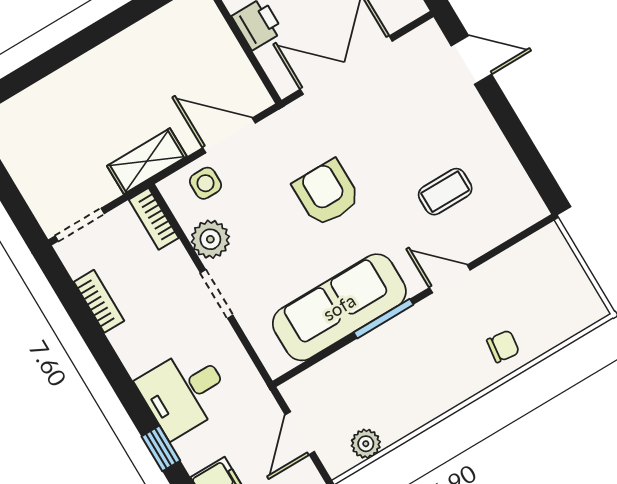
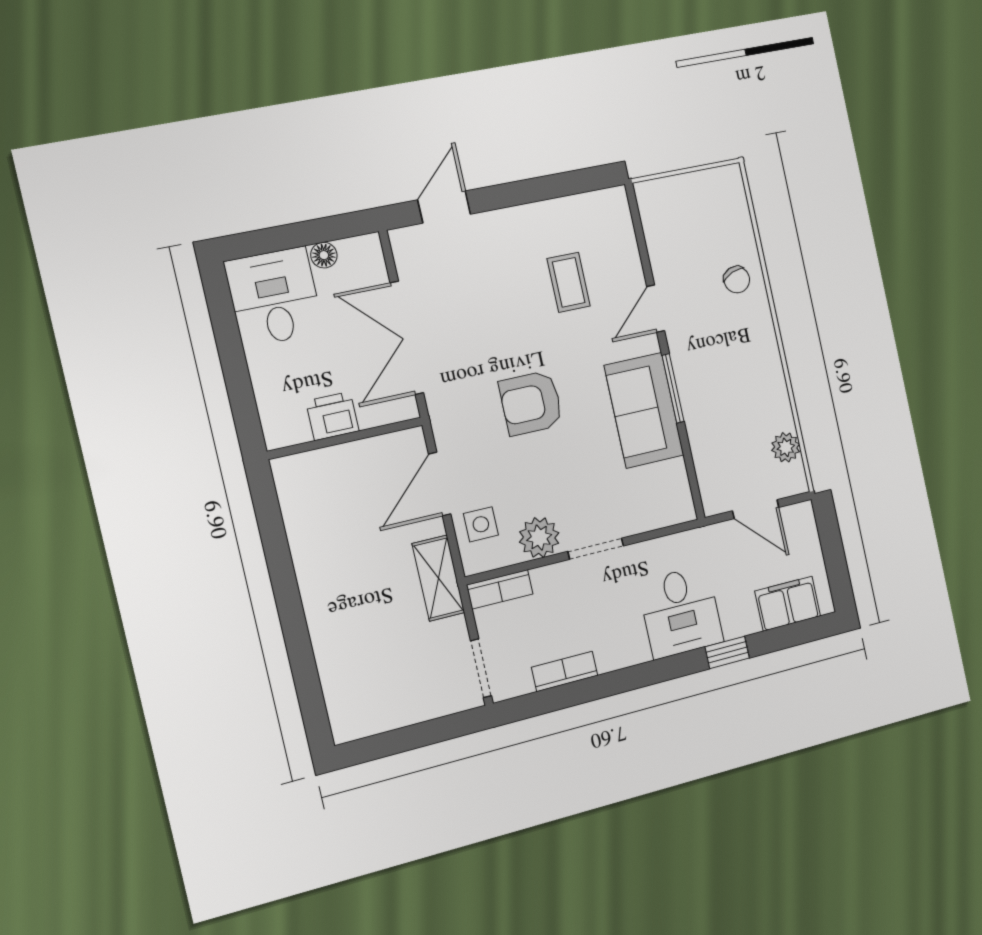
sofa: (339, 307) -> (644, 410), width x0.73
chair: (503, 346) -> (737, 280), turned 151

